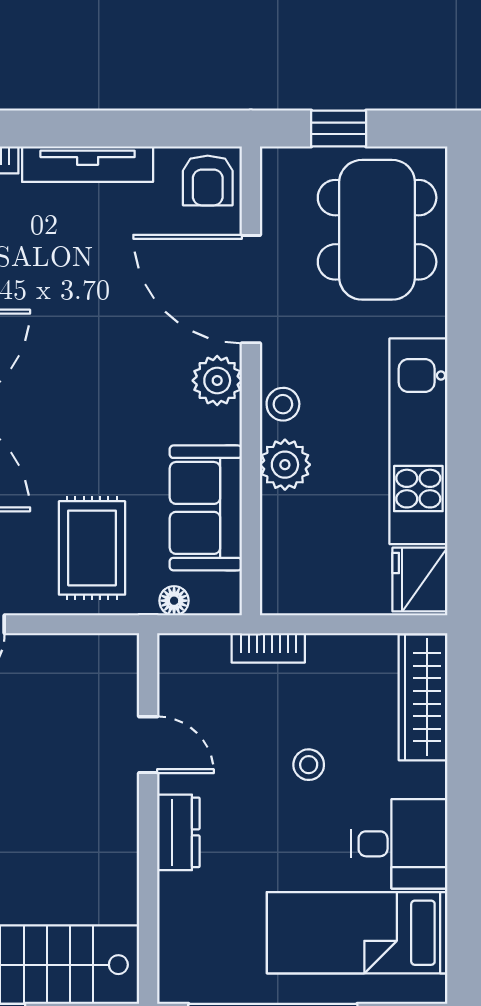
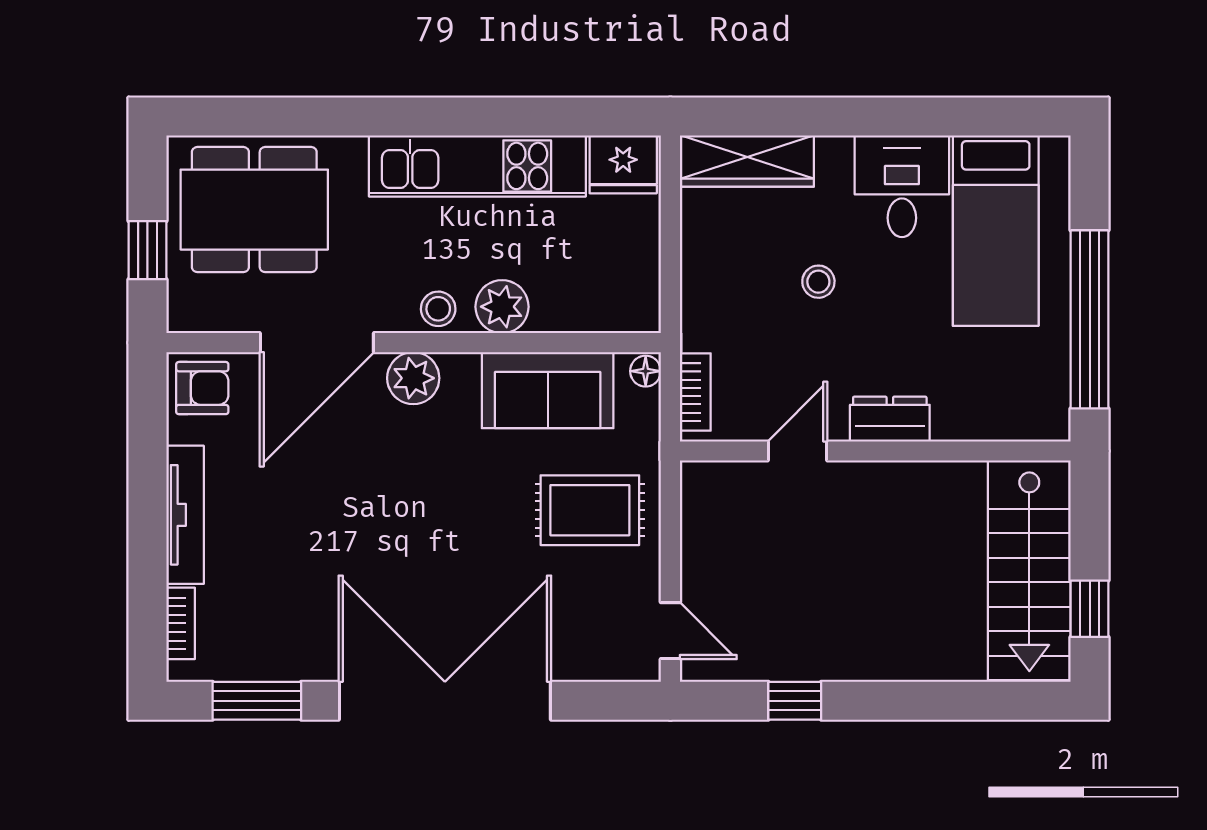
floor lamp: (174, 601) -> (646, 371), moved
bookcase: (268, 648) -> (695, 392), moved

